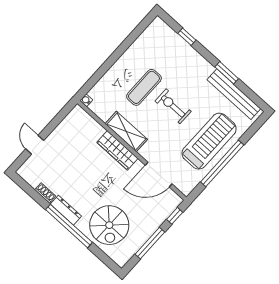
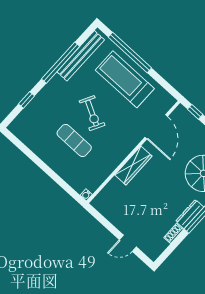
window: (227, 73) -> (61, 63), width x2.11
exercise bike: (173, 106) -> (92, 113), turned -62
shelving: (126, 132) -> (116, 157), removed
window: (222, 163) -> (130, 52), moved

